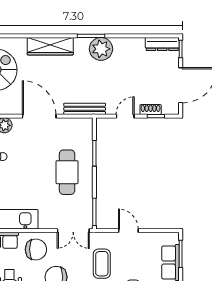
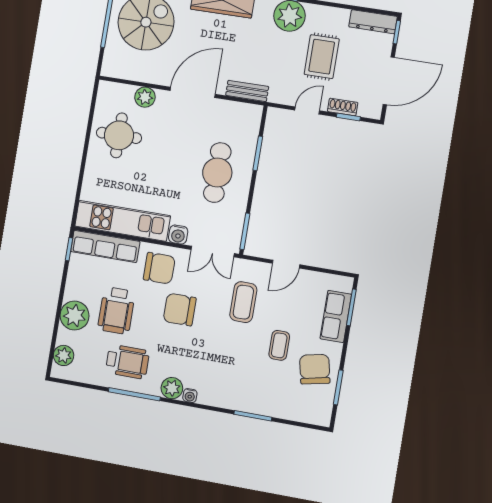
rug: (129, 75) -> (322, 57), added
bench: (85, 109) -> (247, 91), width x0.73
door: (39, 116) -> (193, 92), hinge flipped
water cooler: (46, 222) -> (178, 235), added
door: (128, 231) -> (286, 264), swing flipped

